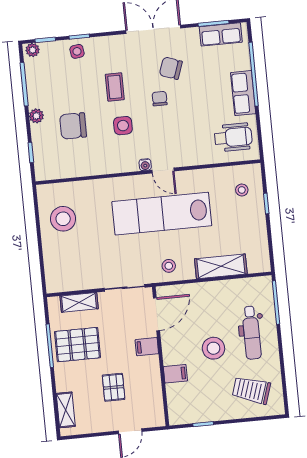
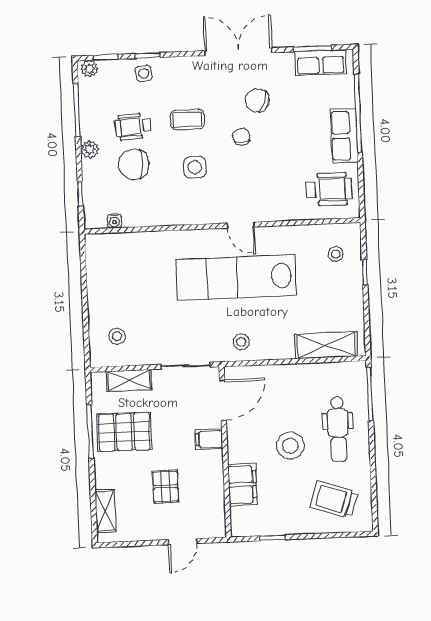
coffee table: (115, 87) -> (187, 119), turned 90
wheelchair: (71, 95) -> (133, 126), added
water cooler: (145, 165) -> (114, 221), moved
stool: (63, 219) -> (117, 336), moved, width x0.53, depth x0.53
shelving: (221, 266) -> (326, 345), moved
filing cabinet: (175, 374) -> (242, 485), width x2.00

